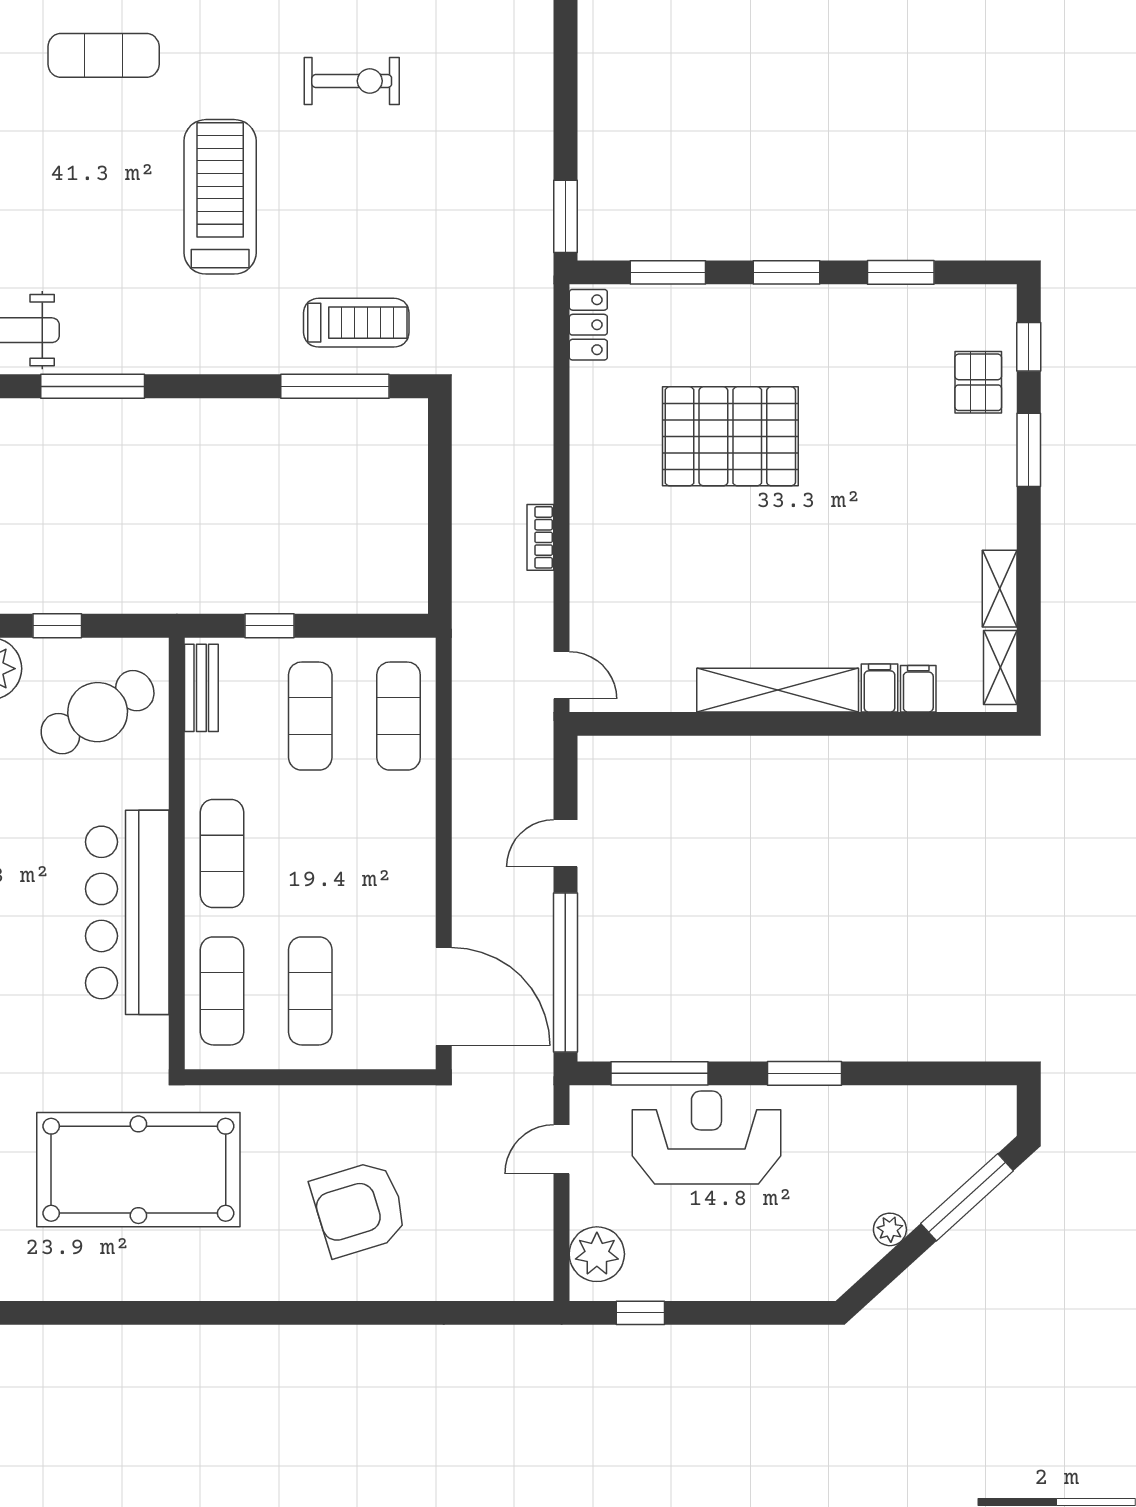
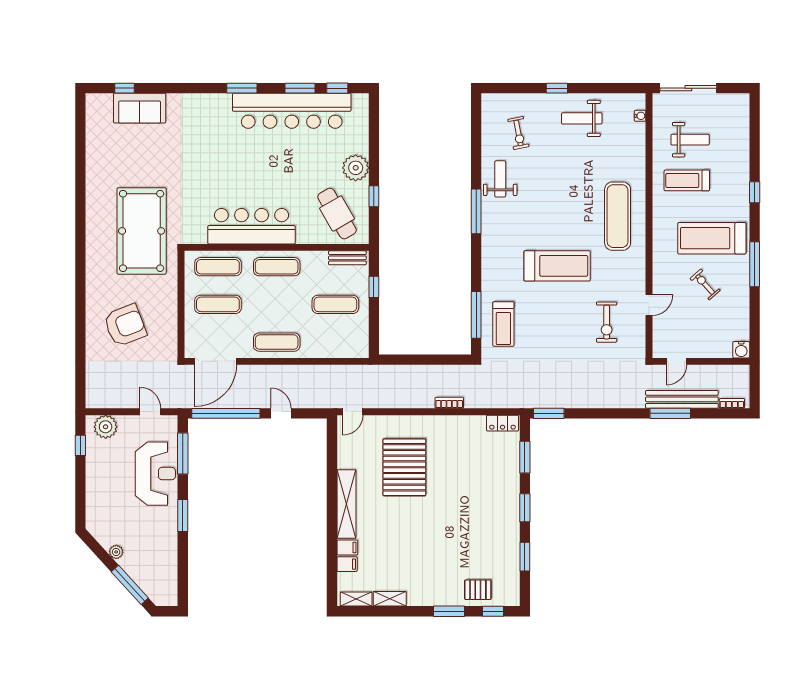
exercise mat: (104, 55) -> (618, 216), width x1.36, depth x1.45
pallet: (730, 436) -> (404, 467), moved
bookcase: (540, 537) -> (449, 403), moved
exercise mat: (399, 716) -> (277, 342), moved
armchair: (359, 1208) -> (125, 325), turned 86

